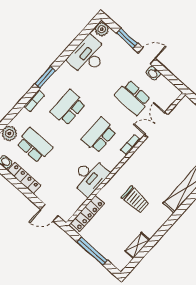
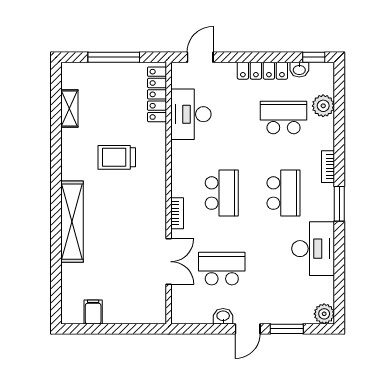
desk: (88, 56) -> (313, 249), moved
school desk: (34, 145) -> (284, 117), turned 180
desk: (90, 177) -> (191, 114), moved

